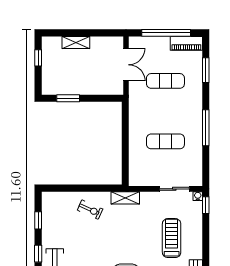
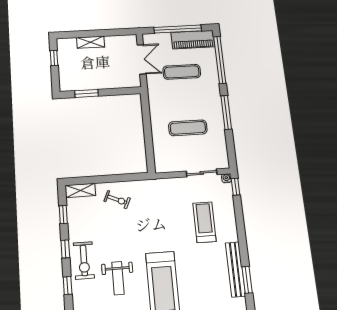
piano: (186, 43) -> (193, 40), width x1.37, depth x1.33
window: (206, 70) -> (220, 60), width x2.11
shelving: (125, 198) -> (80, 190), moved

